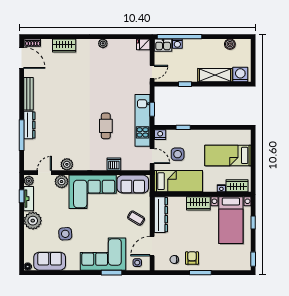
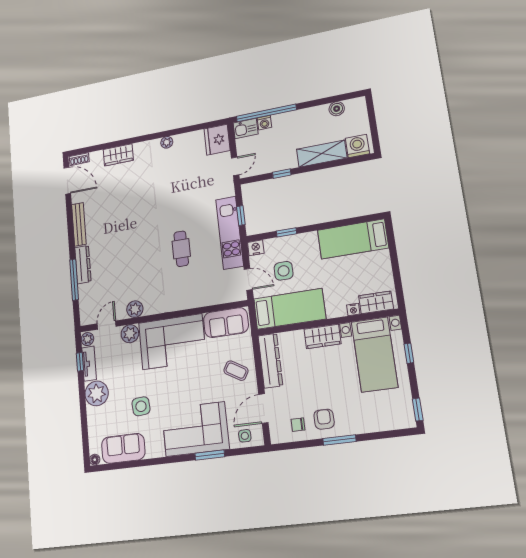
fridge: (143, 44) -> (217, 140), width x1.88, depth x1.34
bed: (228, 155) -> (353, 239), moved
dishwasher: (114, 164) -> (197, 299), removed

